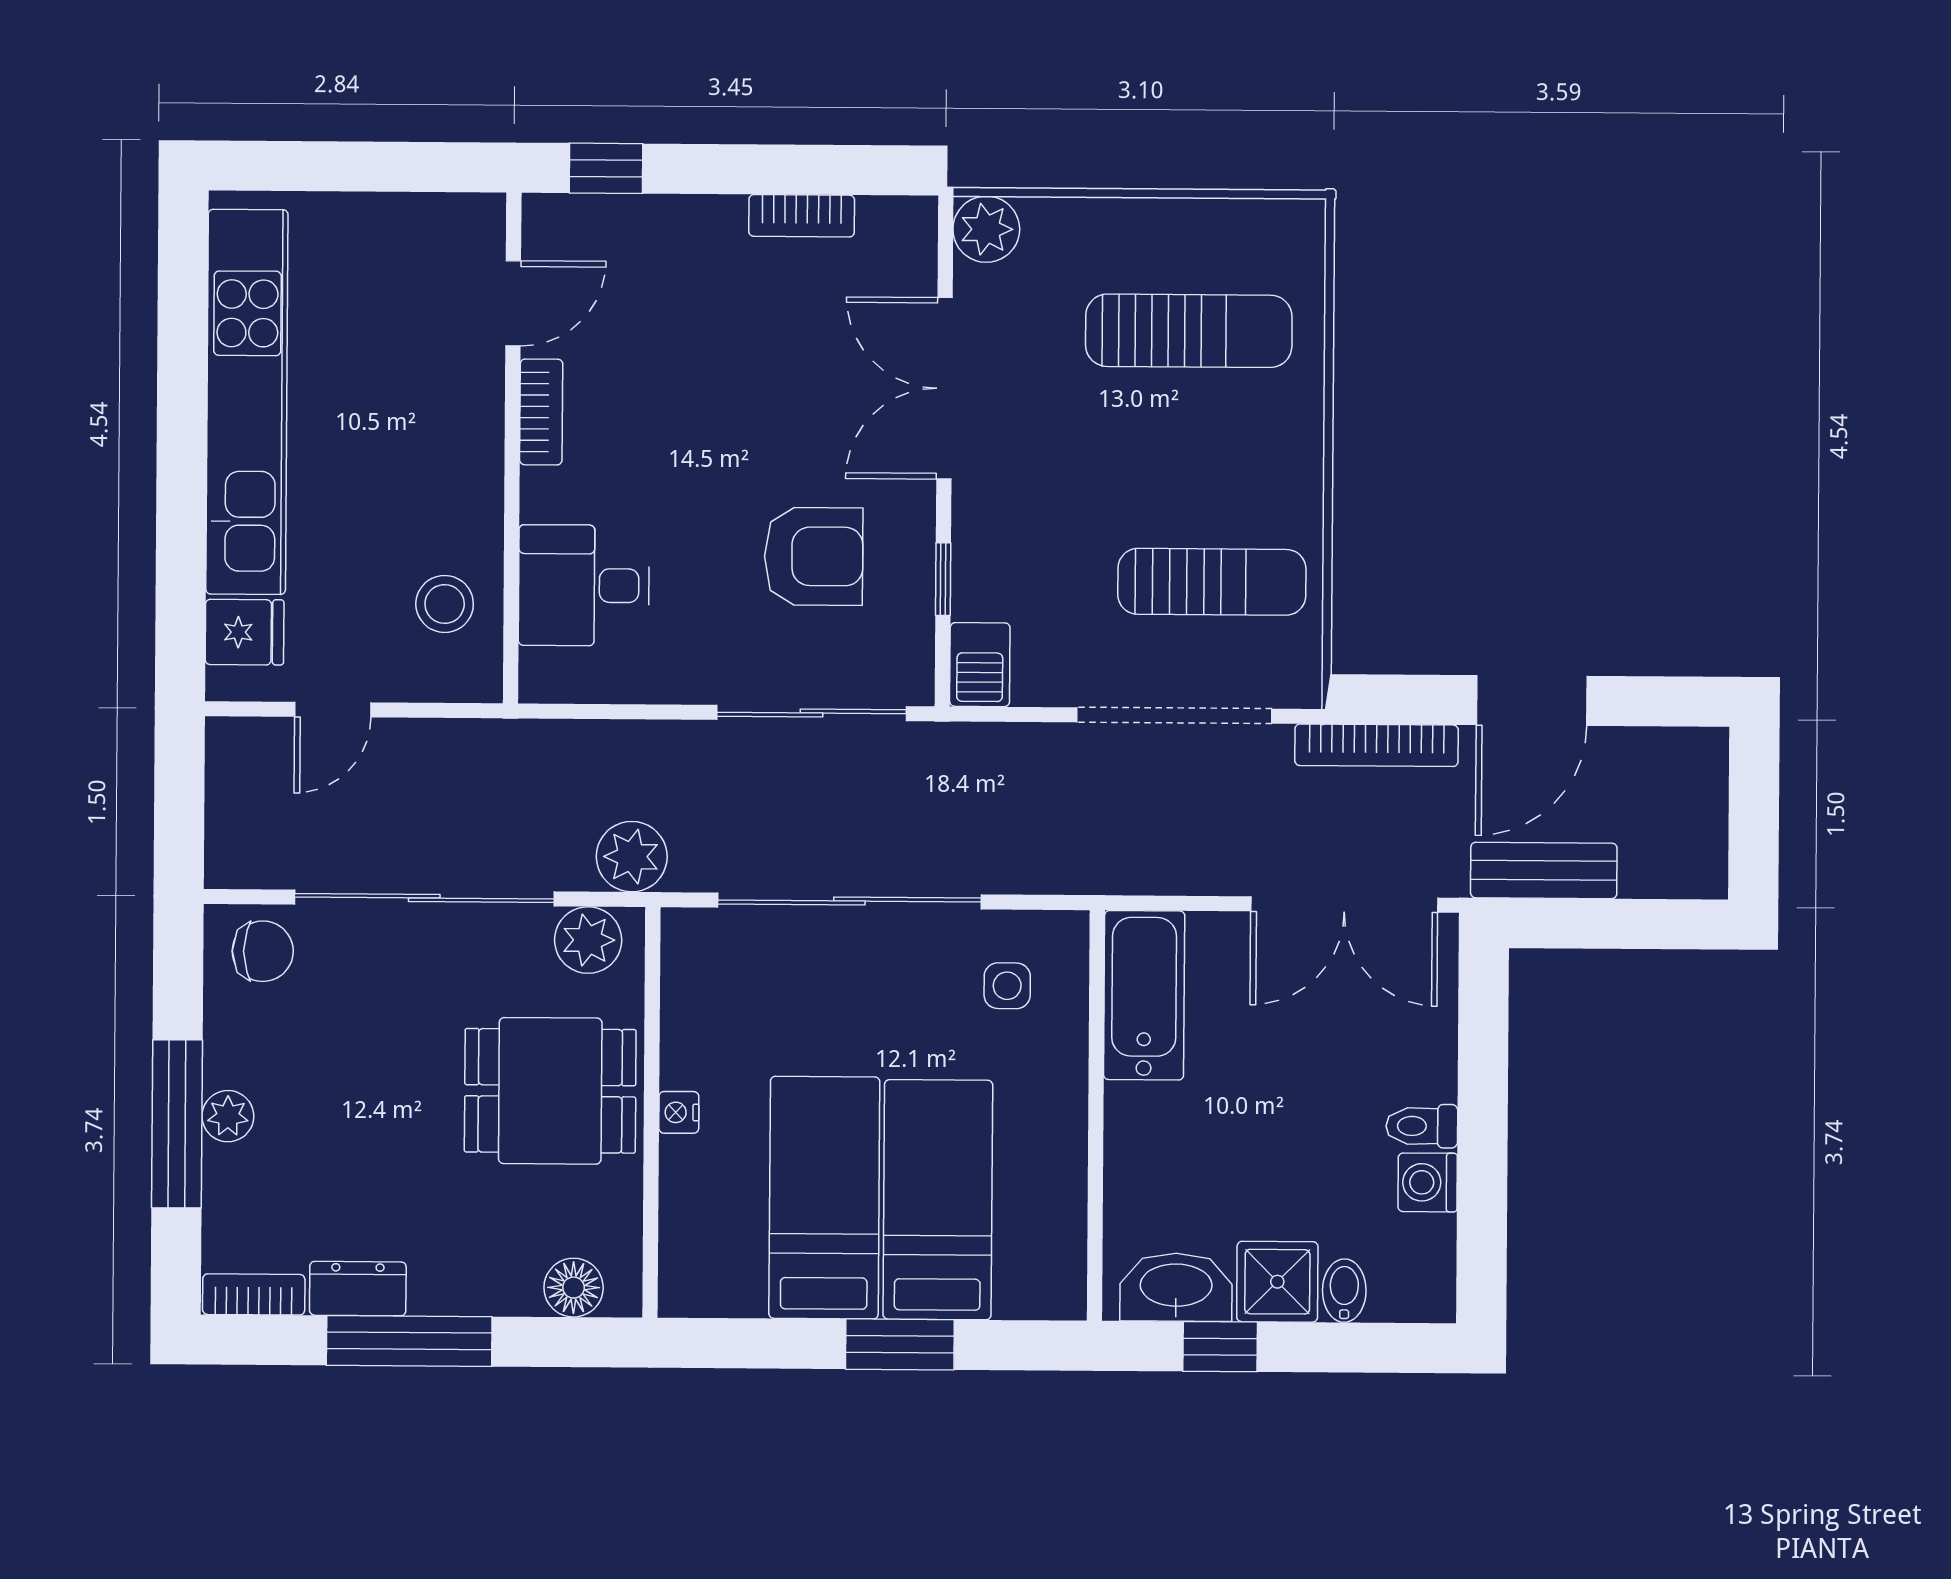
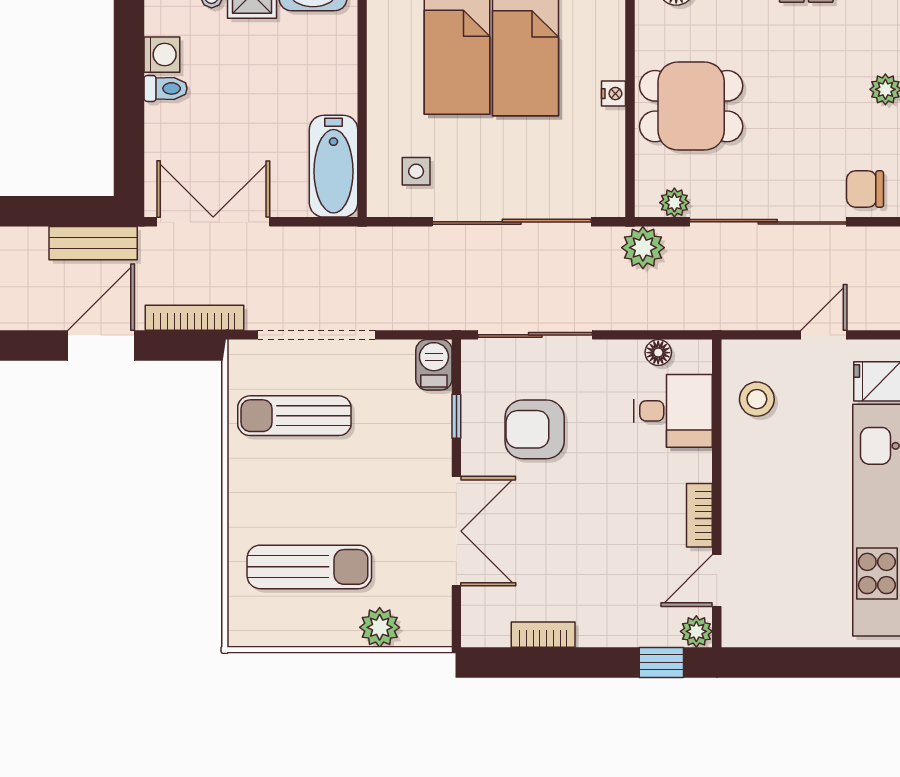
plant: (548, 219) -> (696, 631), added
plant: (986, 229) -> (380, 627), moved
sun lounger: (1189, 331) -> (309, 567), turned 180
floor lamp: (608, 682) -> (658, 353), added
plant: (588, 940) -> (674, 203), width x0.73, depth x0.73

